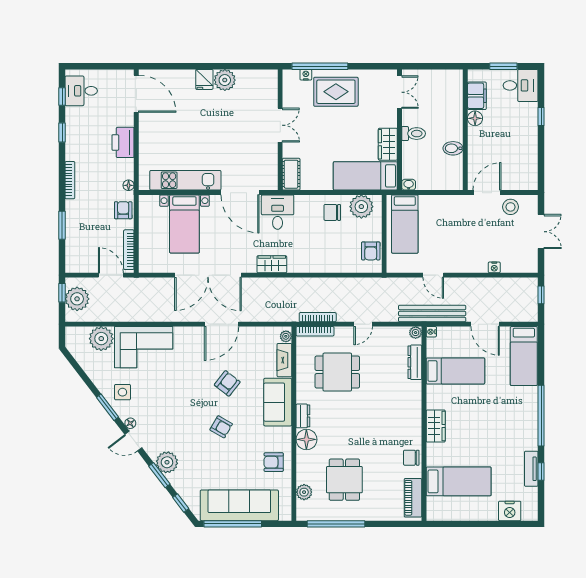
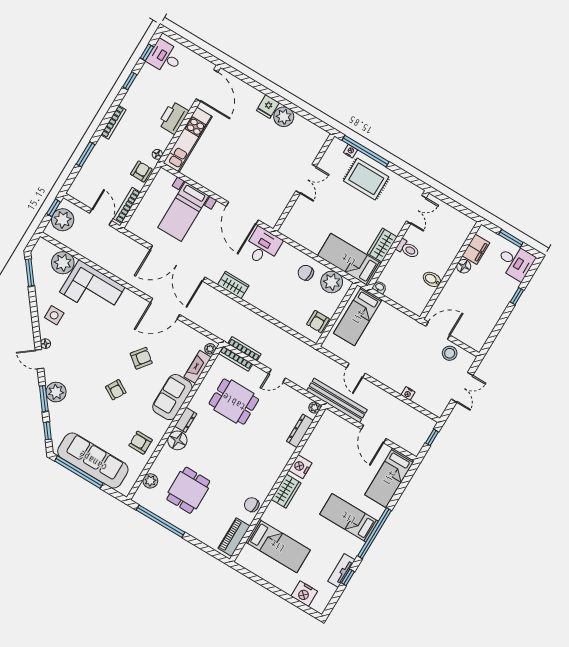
cot: (291, 174) -> (291, 223), removed
kitchen unit: (185, 180) -> (188, 140), moved, turned 90
nightstand: (431, 332) -> (300, 467), moved, width x1.89, depth x1.79
bed: (455, 371) -> (349, 518), moved, turned 180
window: (108, 407) -> (30, 273), moved

